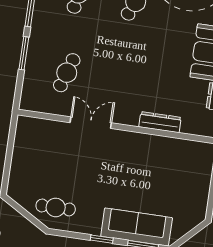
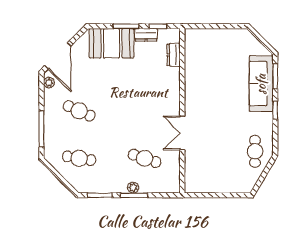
plant: (33, 54) -> (133, 188), added
dresser: (160, 122) -> (174, 55), moved, width x0.70

